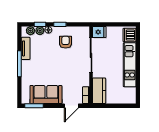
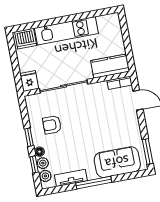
sofa: (46, 95) -> (117, 162), moved, turned 90

